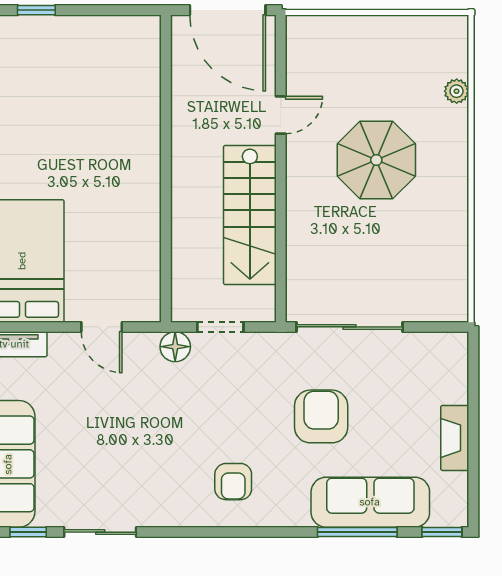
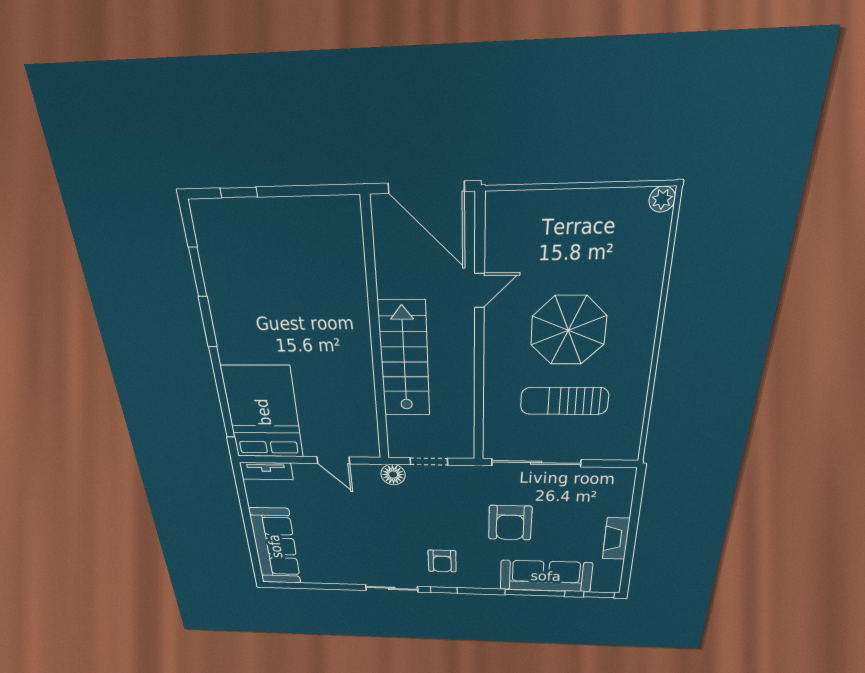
plant: (457, 91) -> (662, 199), moved
stairs: (250, 215) -> (404, 360), moved, turned 180
sun lounger: (378, 245) -> (564, 401), added
armchair: (321, 416) -> (510, 523), turned 180
window: (28, 532) -> (444, 590), moved
sliding door: (100, 532) -> (392, 588), moved

